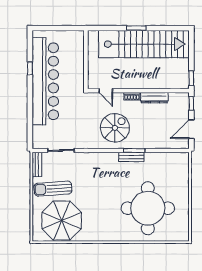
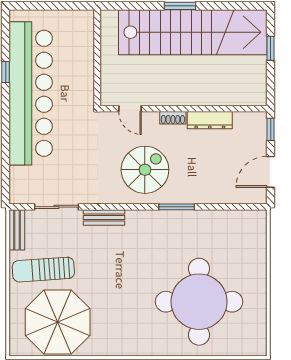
window: (191, 78) -> (271, 48), moved
bench: (131, 157) -> (104, 218), moved

